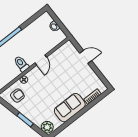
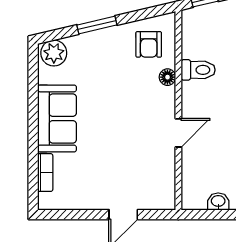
door: (41, 60) -> (178, 133), swing flipped
toilet: (21, 64) -> (198, 70), moved

